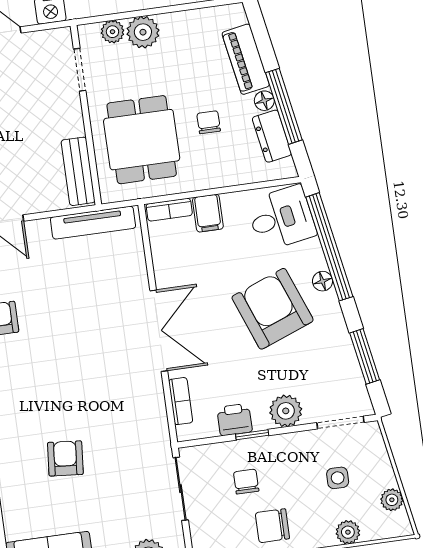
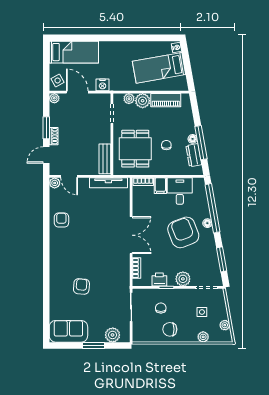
piano: (246, 59) -> (166, 100), moved, turned -80
desk: (281, 218) -> (180, 191), moved, turned -80

